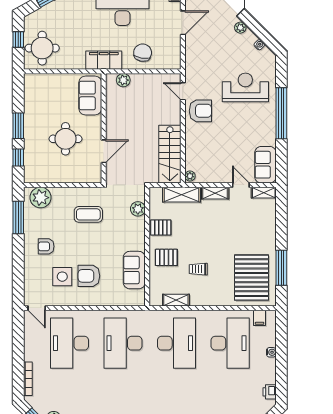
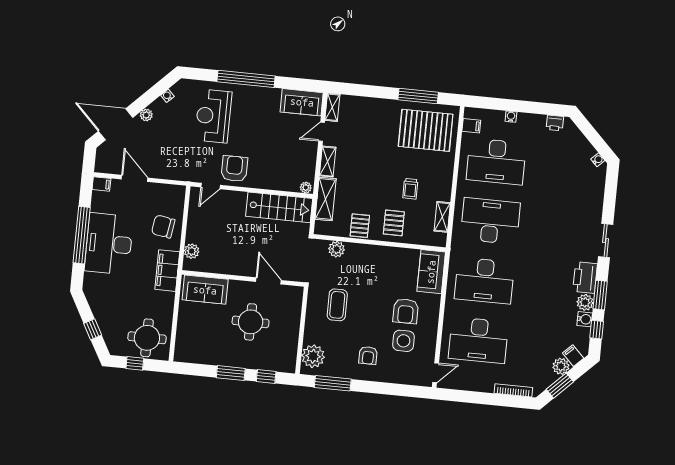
sofa: (134, 270) -> (431, 272), moved, turned 90
desk: (230, 343) -> (496, 161), turned 180

